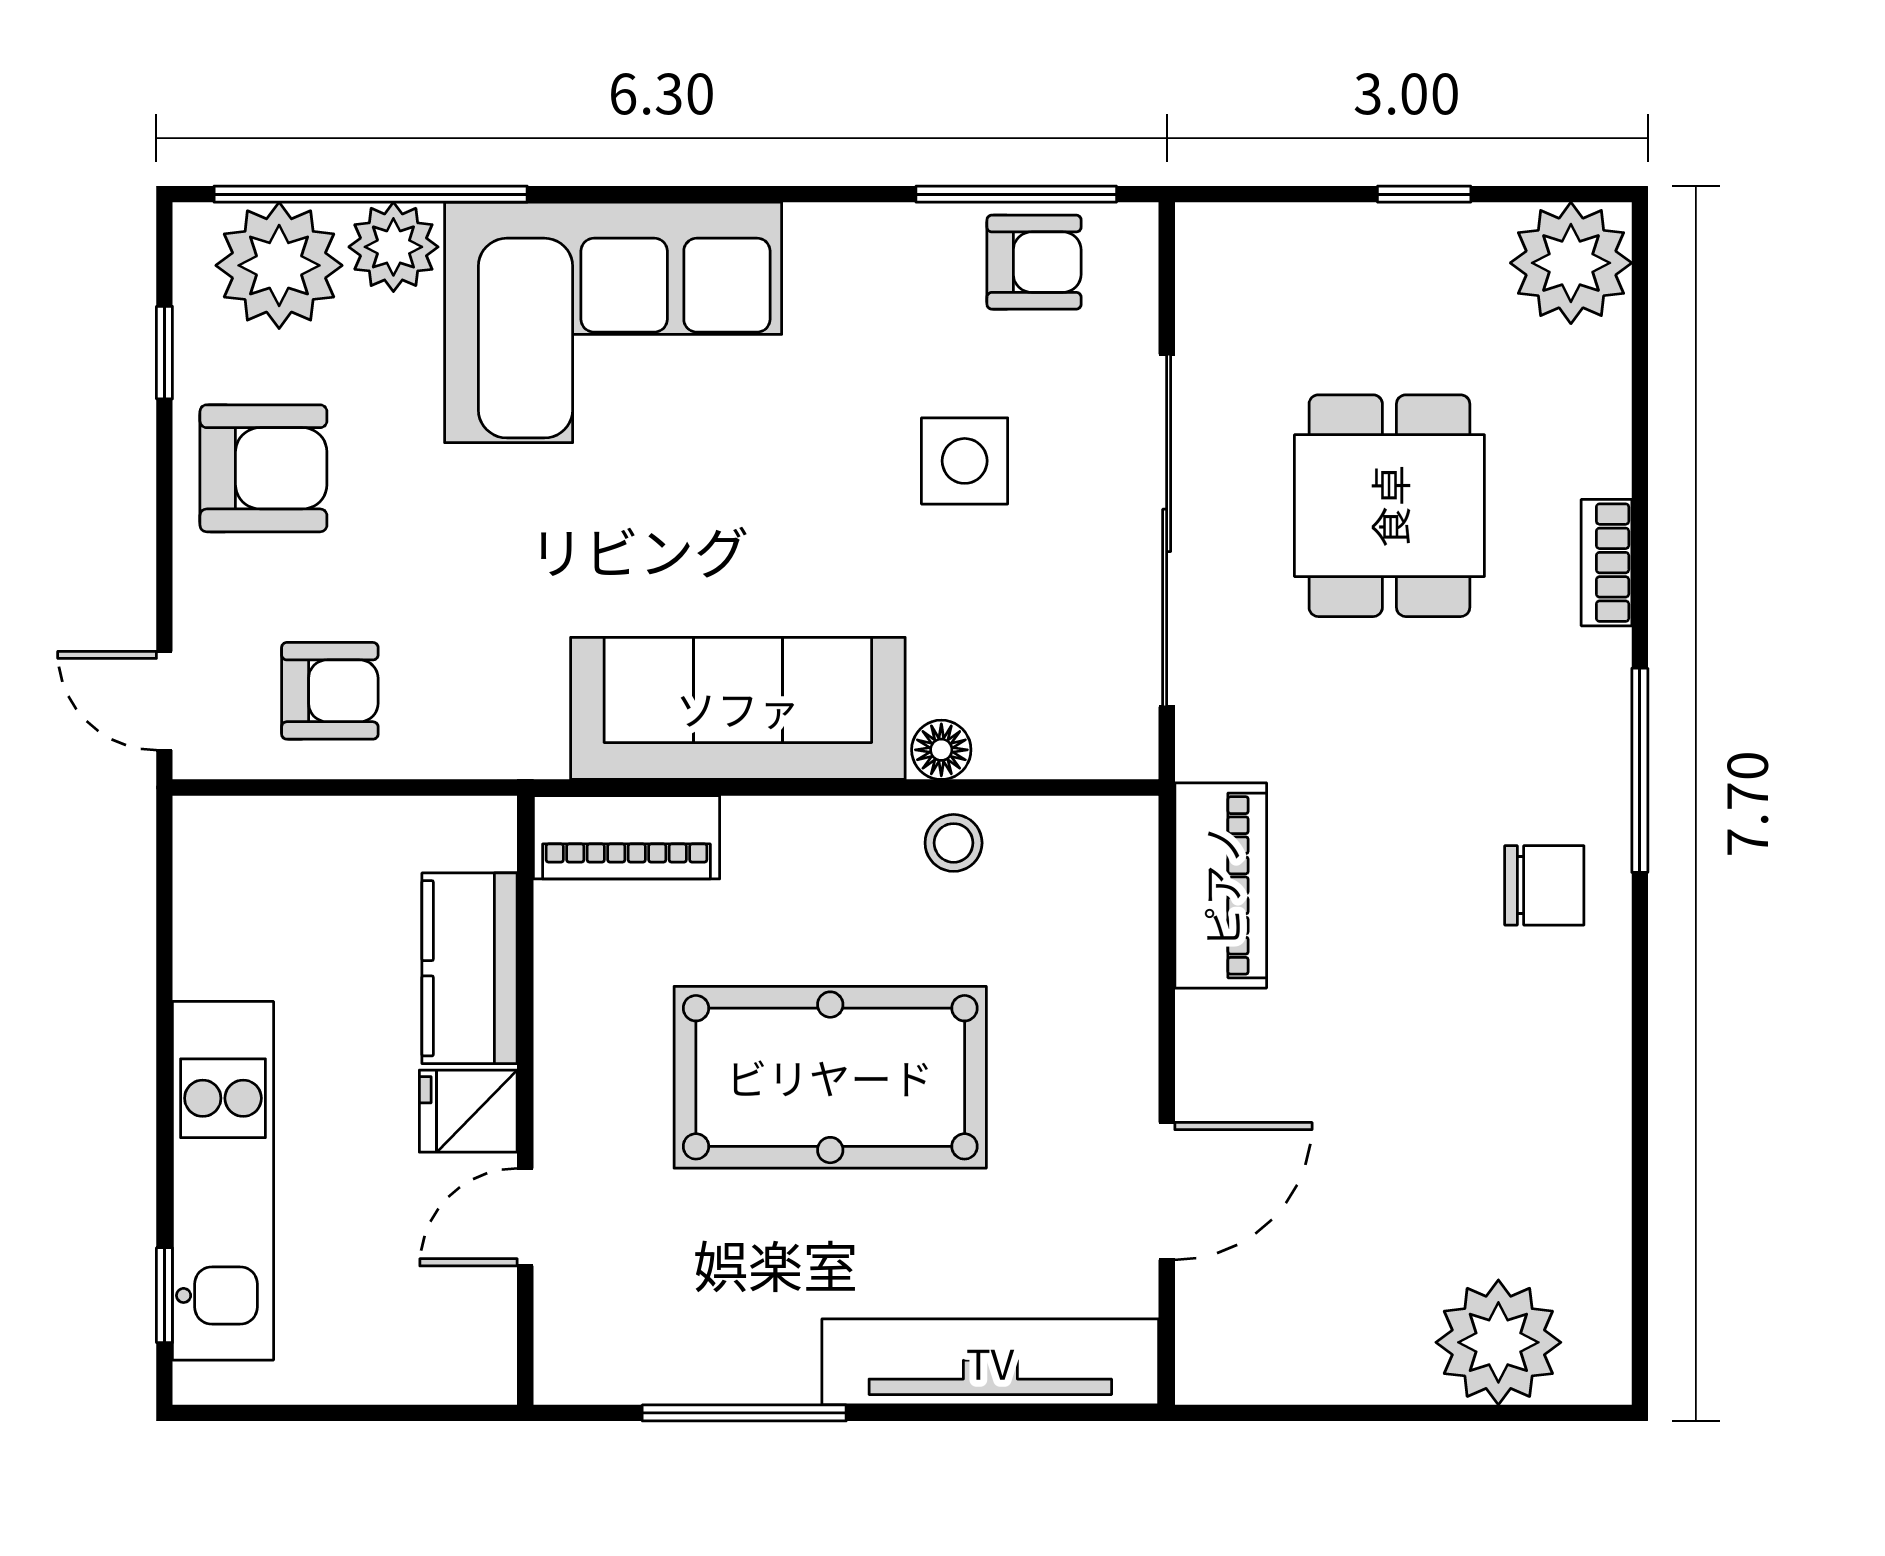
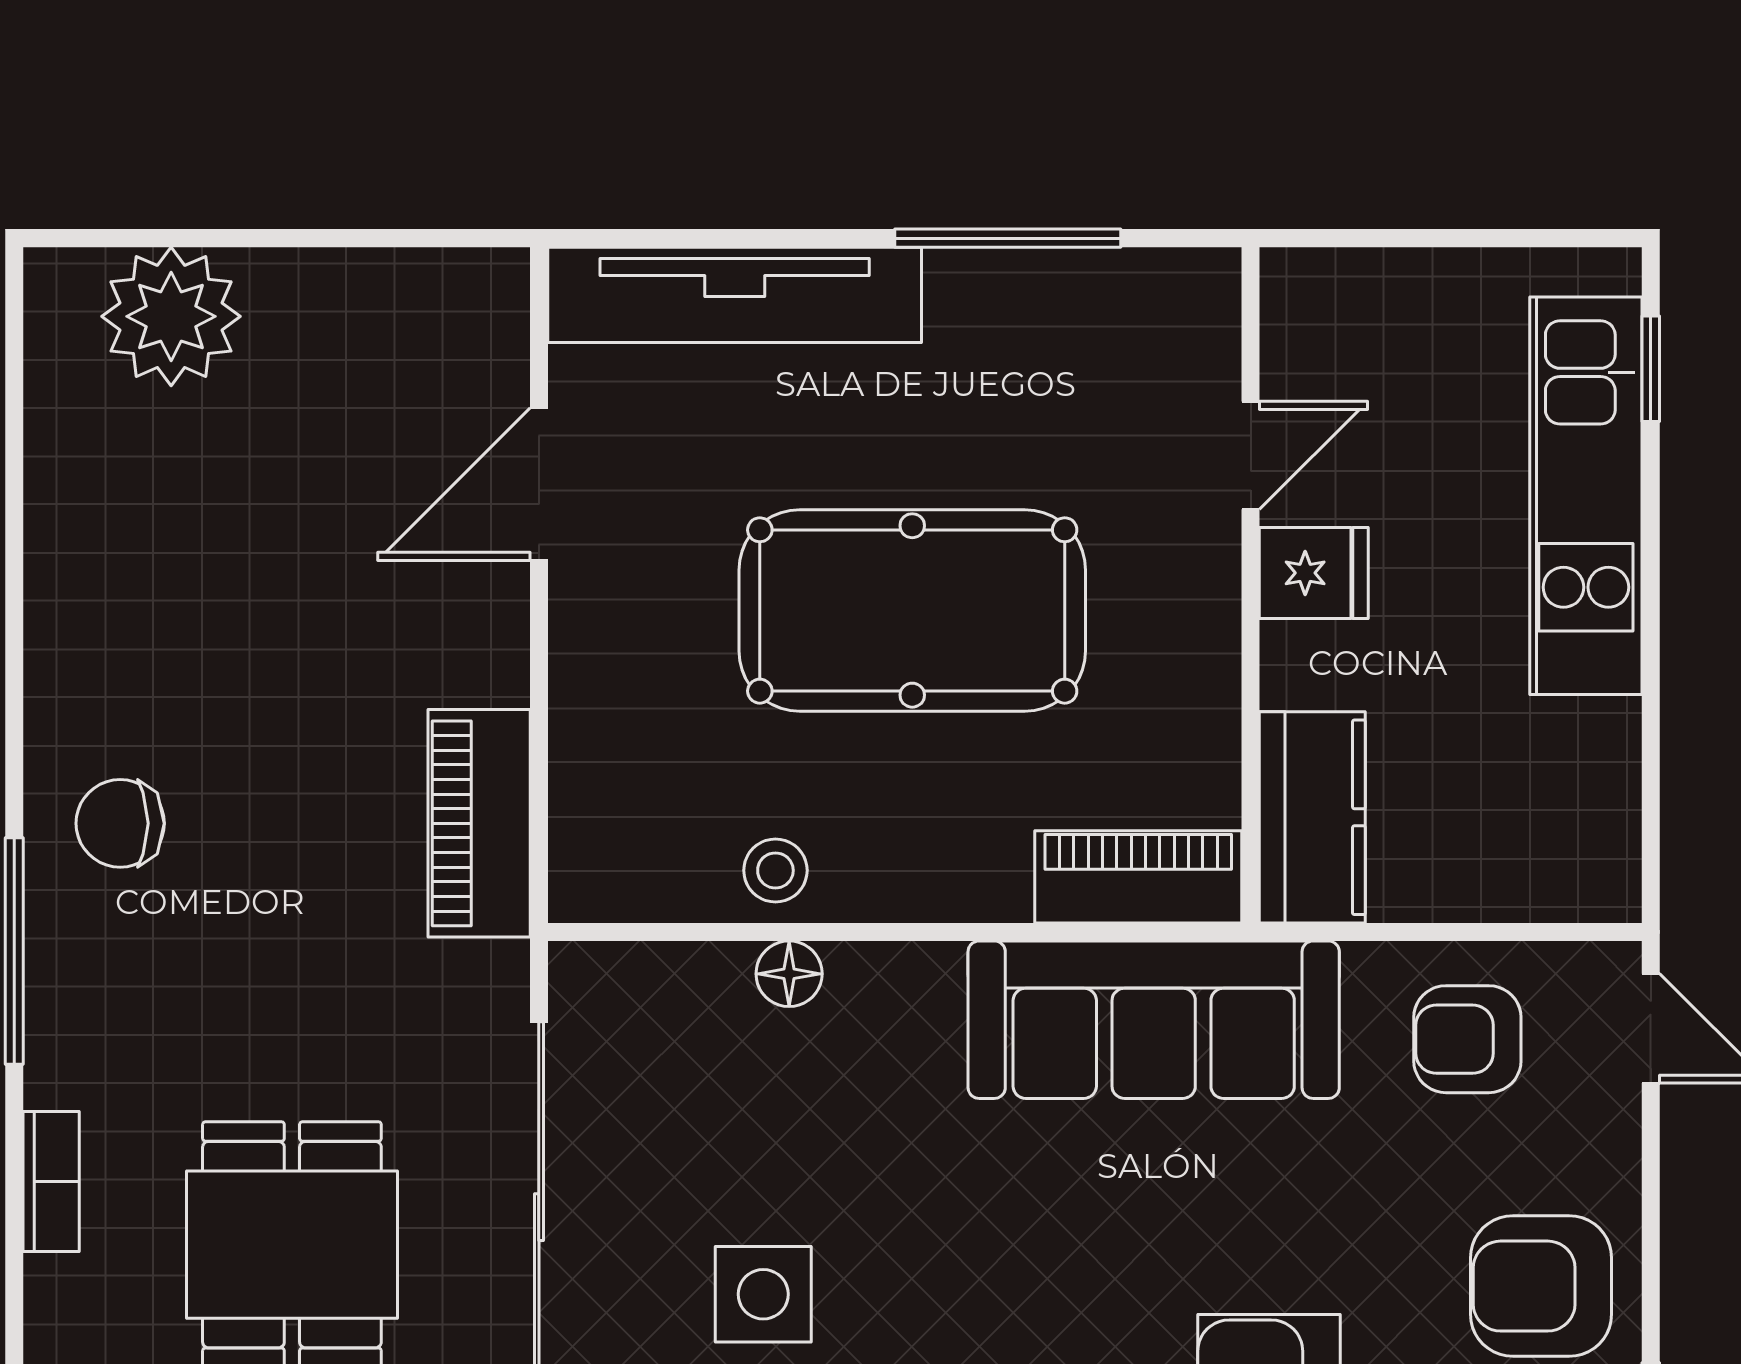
sofa: (738, 708) -> (1154, 1020), moved
kitchen counter: (470, 968) -> (1312, 817), moved

